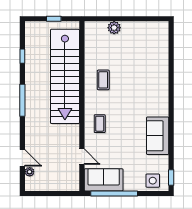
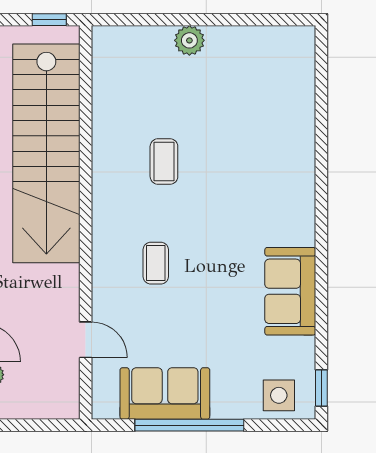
stairs: (65, 76) -> (46, 153), moved
wall: (82, 106) -> (86, 222), moved
door: (82, 157) -> (86, 340), moved

